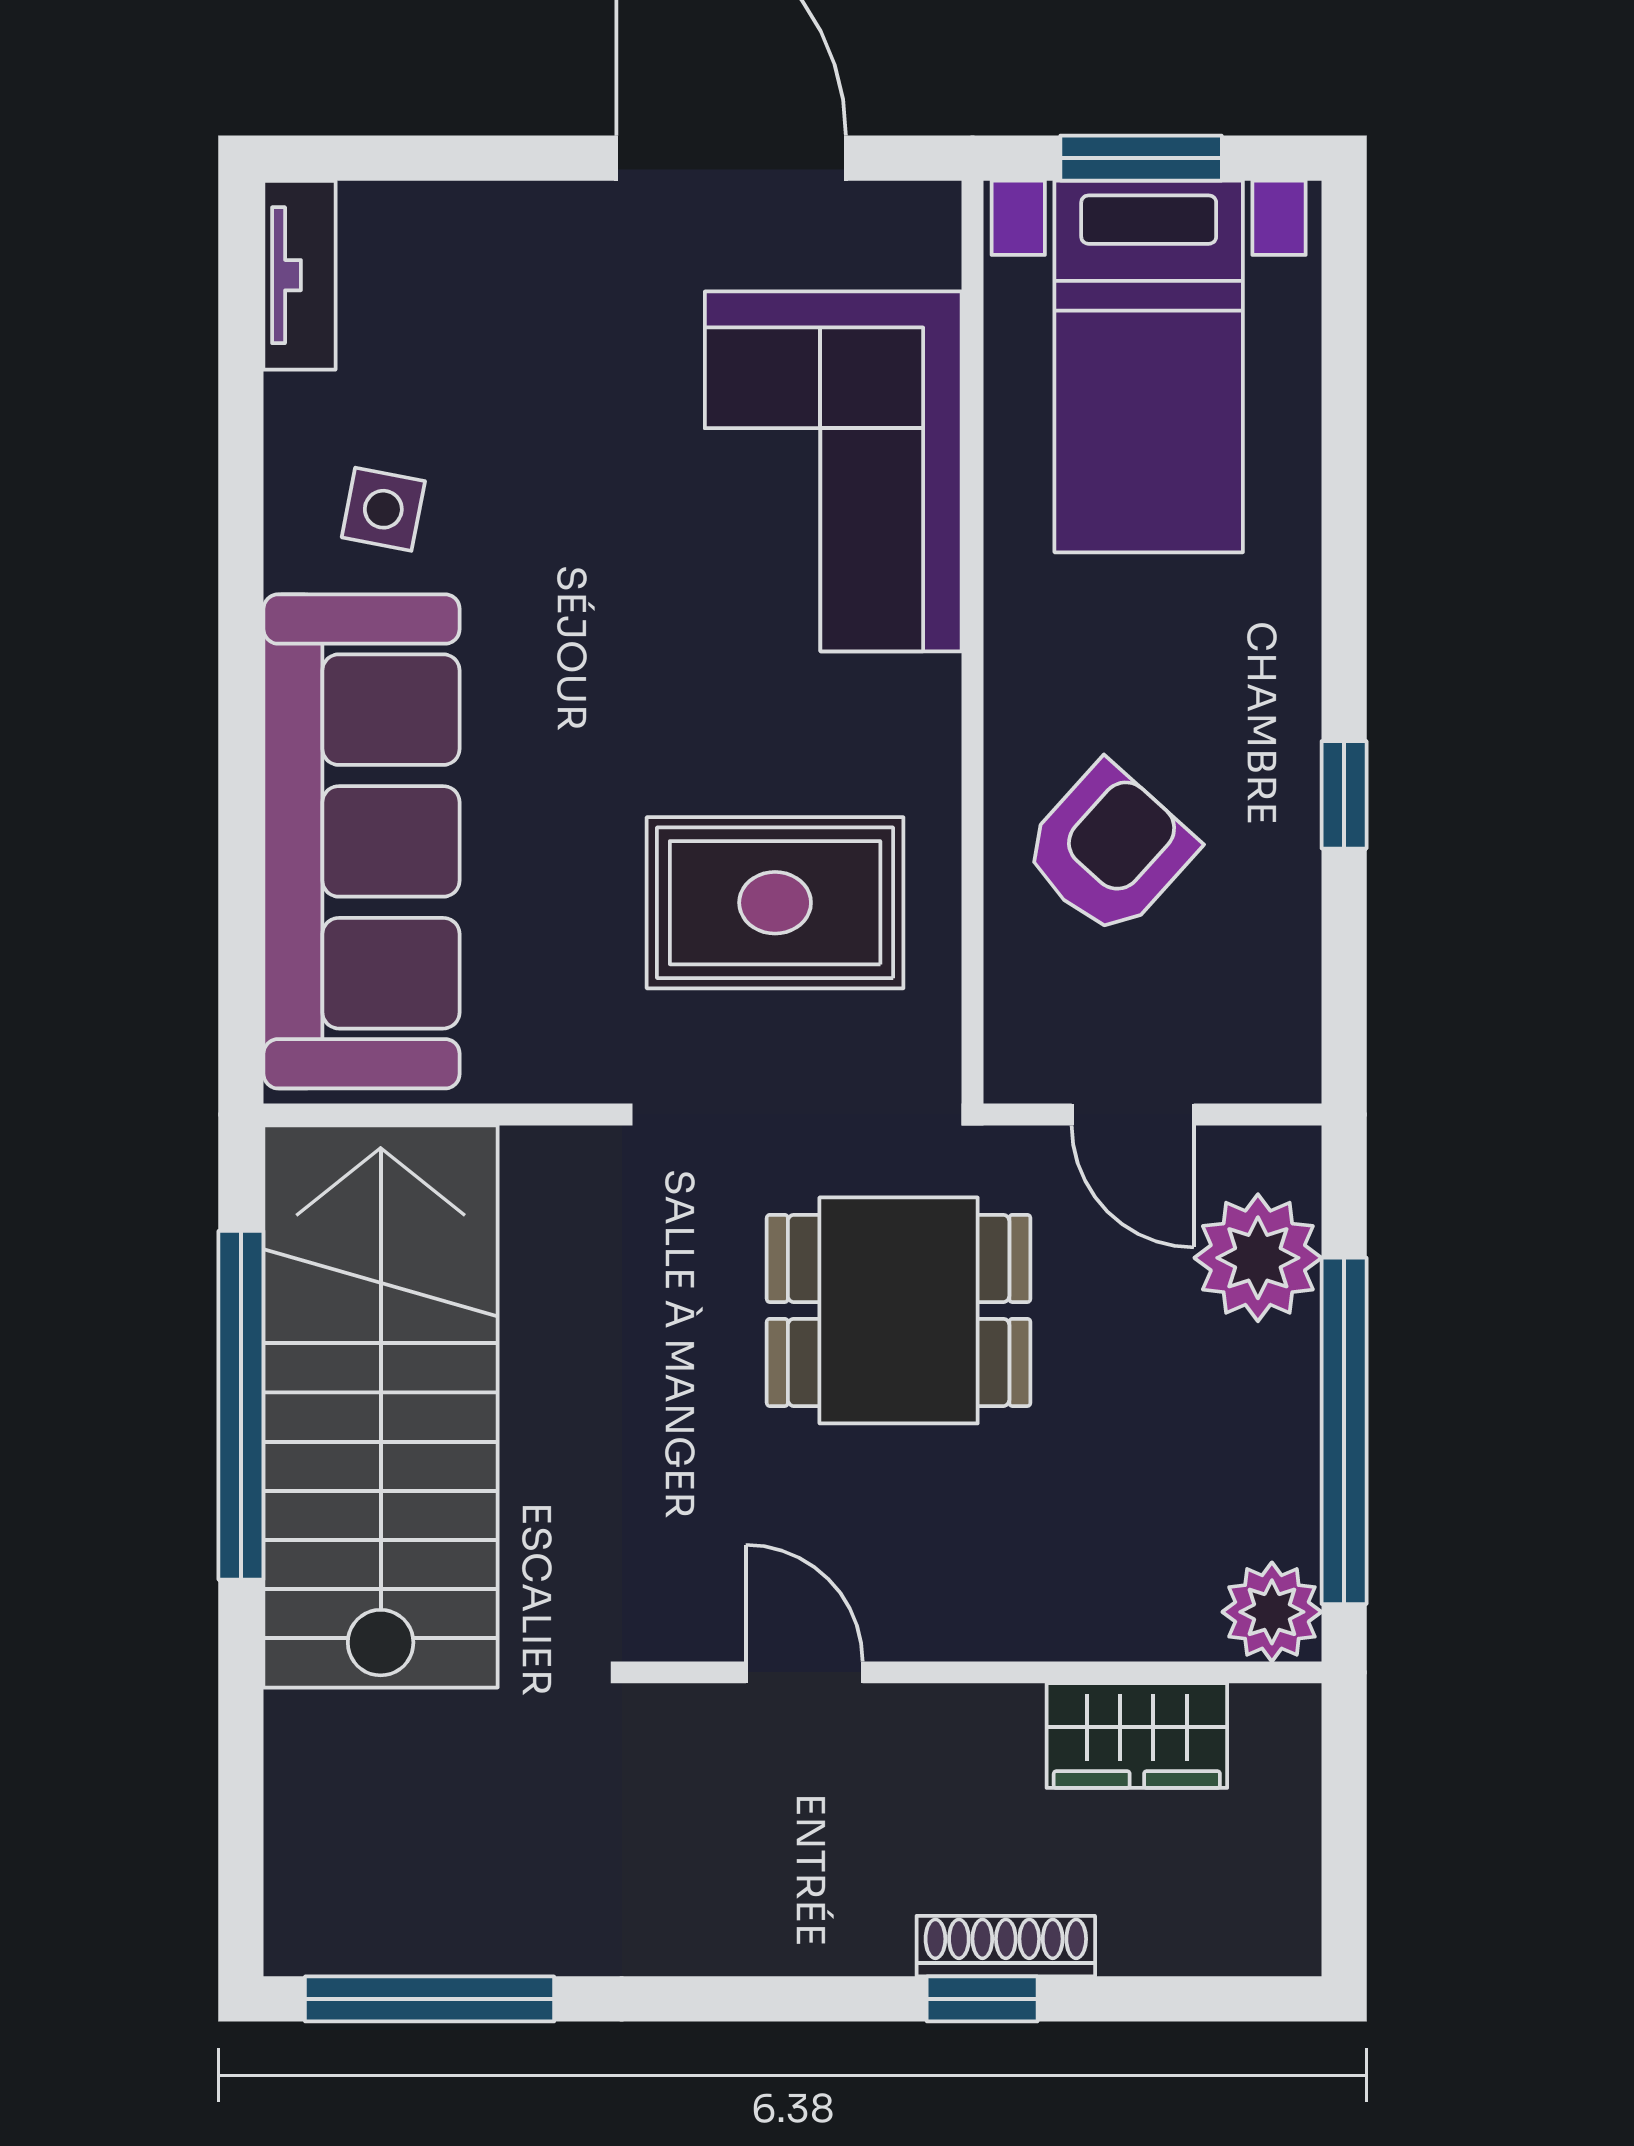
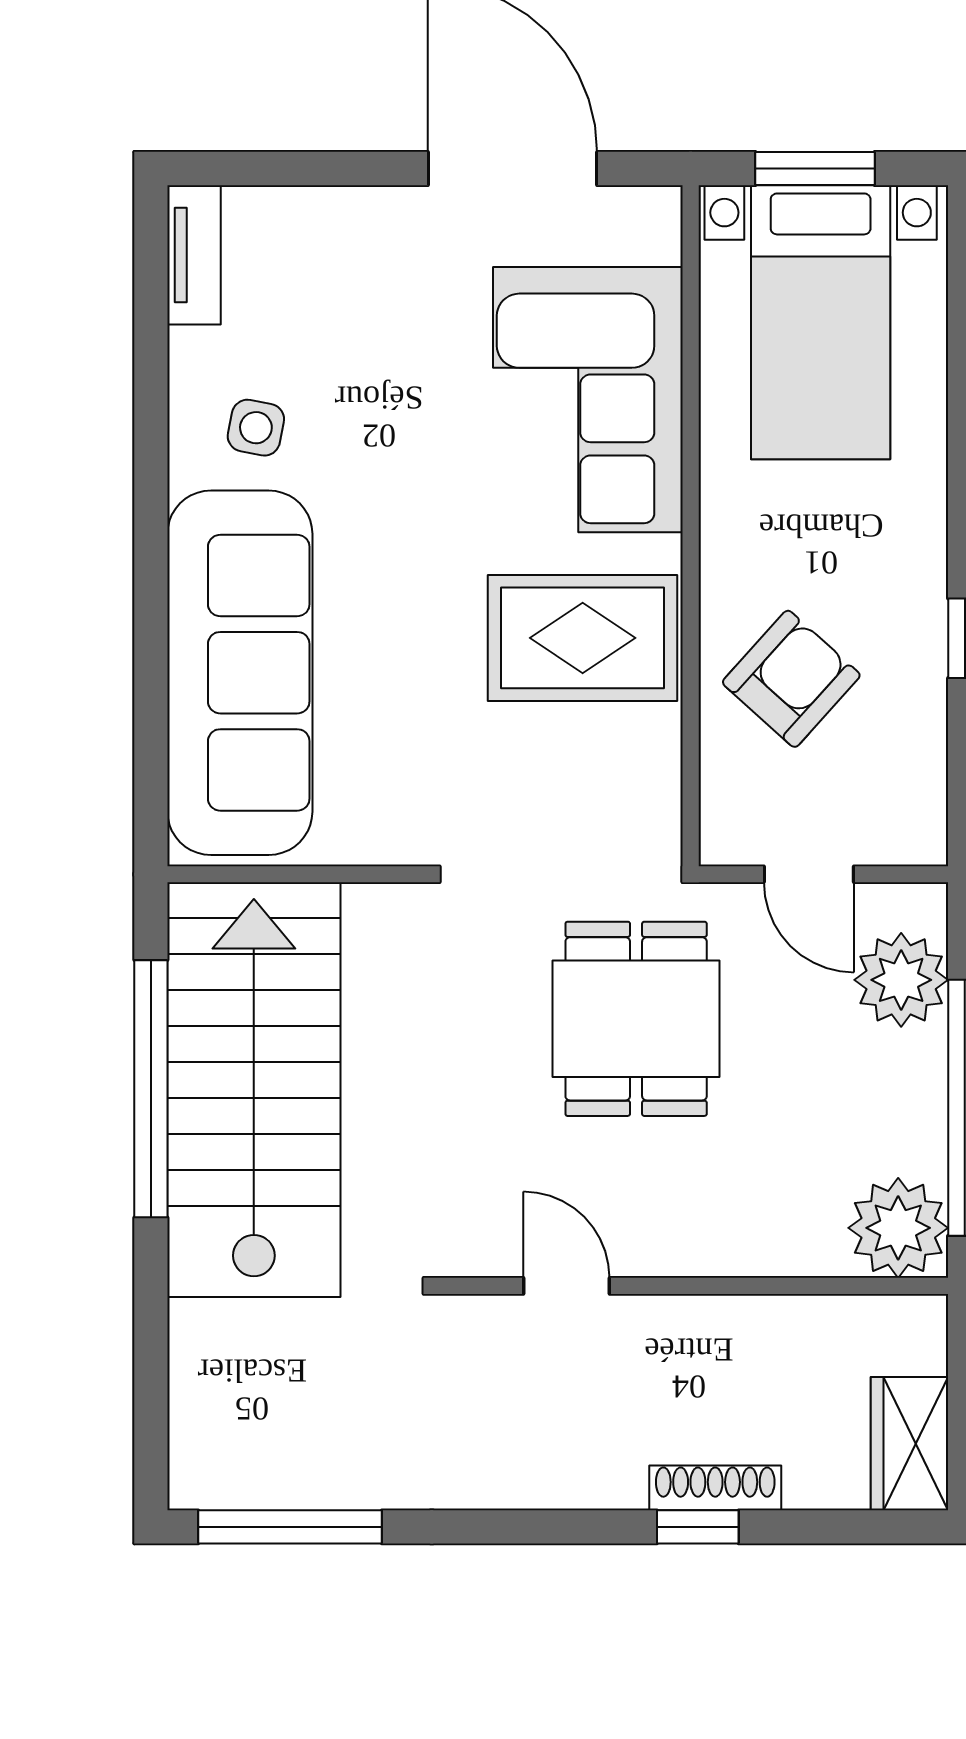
rug: (775, 903) -> (583, 638), moved
dining table: (899, 1310) -> (636, 1019), turned 90
plant: (1272, 1612) -> (898, 1228), width x1.36, depth x1.36
wardrobe: (1137, 1736) -> (910, 1444), moved, turned 90

